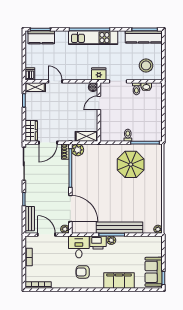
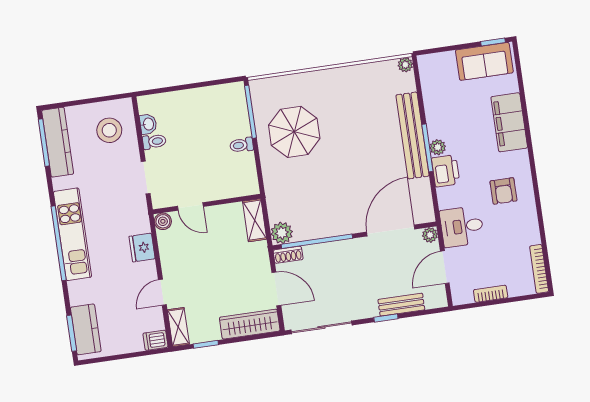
fridge: (99, 74) -> (142, 248), moved
wardrobe: (31, 131) -> (250, 324), width x1.50
bench: (30, 219) -> (401, 305), moved
desk: (79, 247) -> (462, 226), moved

